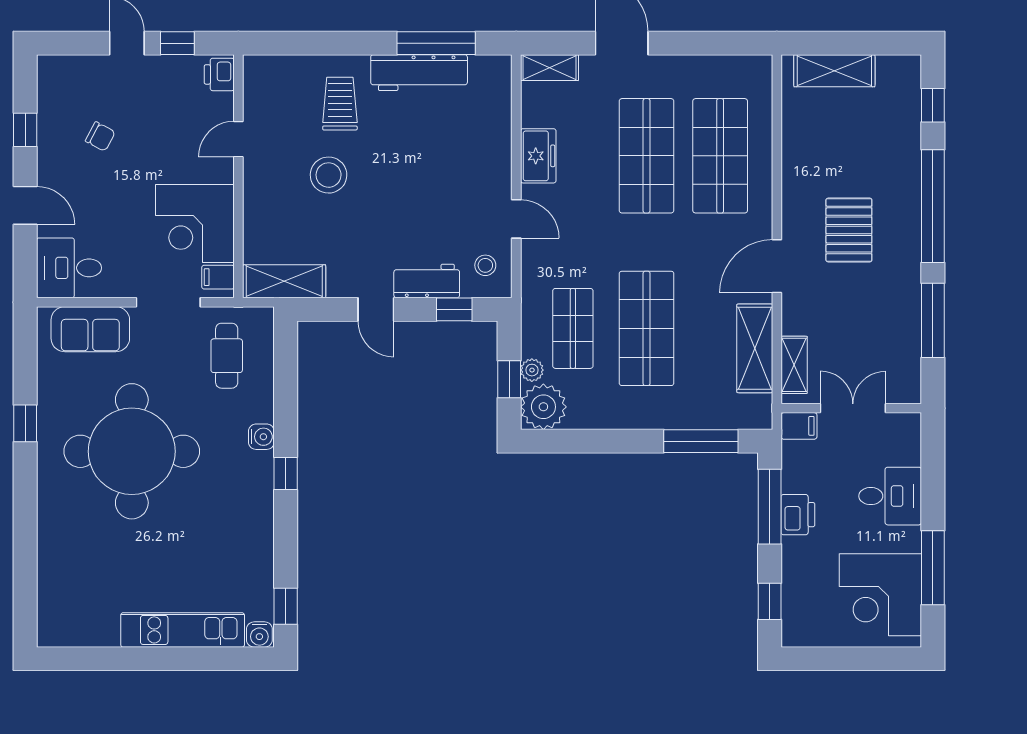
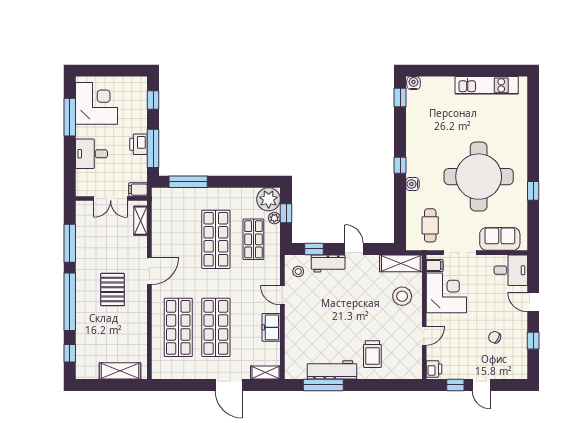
stool: (329, 175) -> (402, 296), moved
shelving: (755, 348) -> (161, 229), removed
kitchen unit: (183, 630) -> (487, 85), moved

